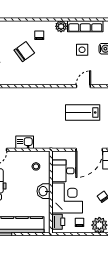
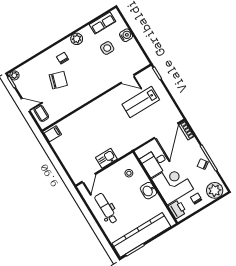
row of seats: (85, 26) -> (103, 23), width x0.68
chair: (24, 52) -> (58, 80), turned 53
door: (83, 86) -> (128, 79), swing flipped

